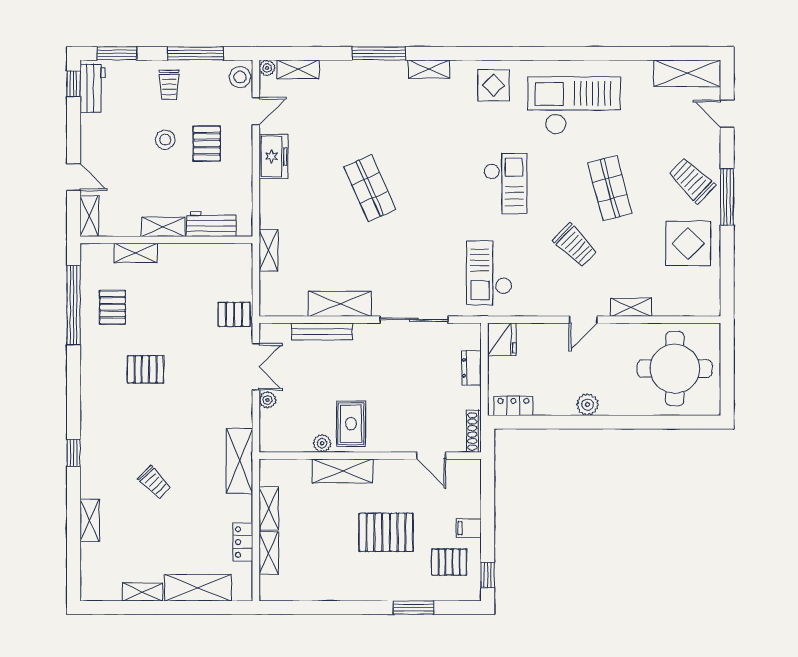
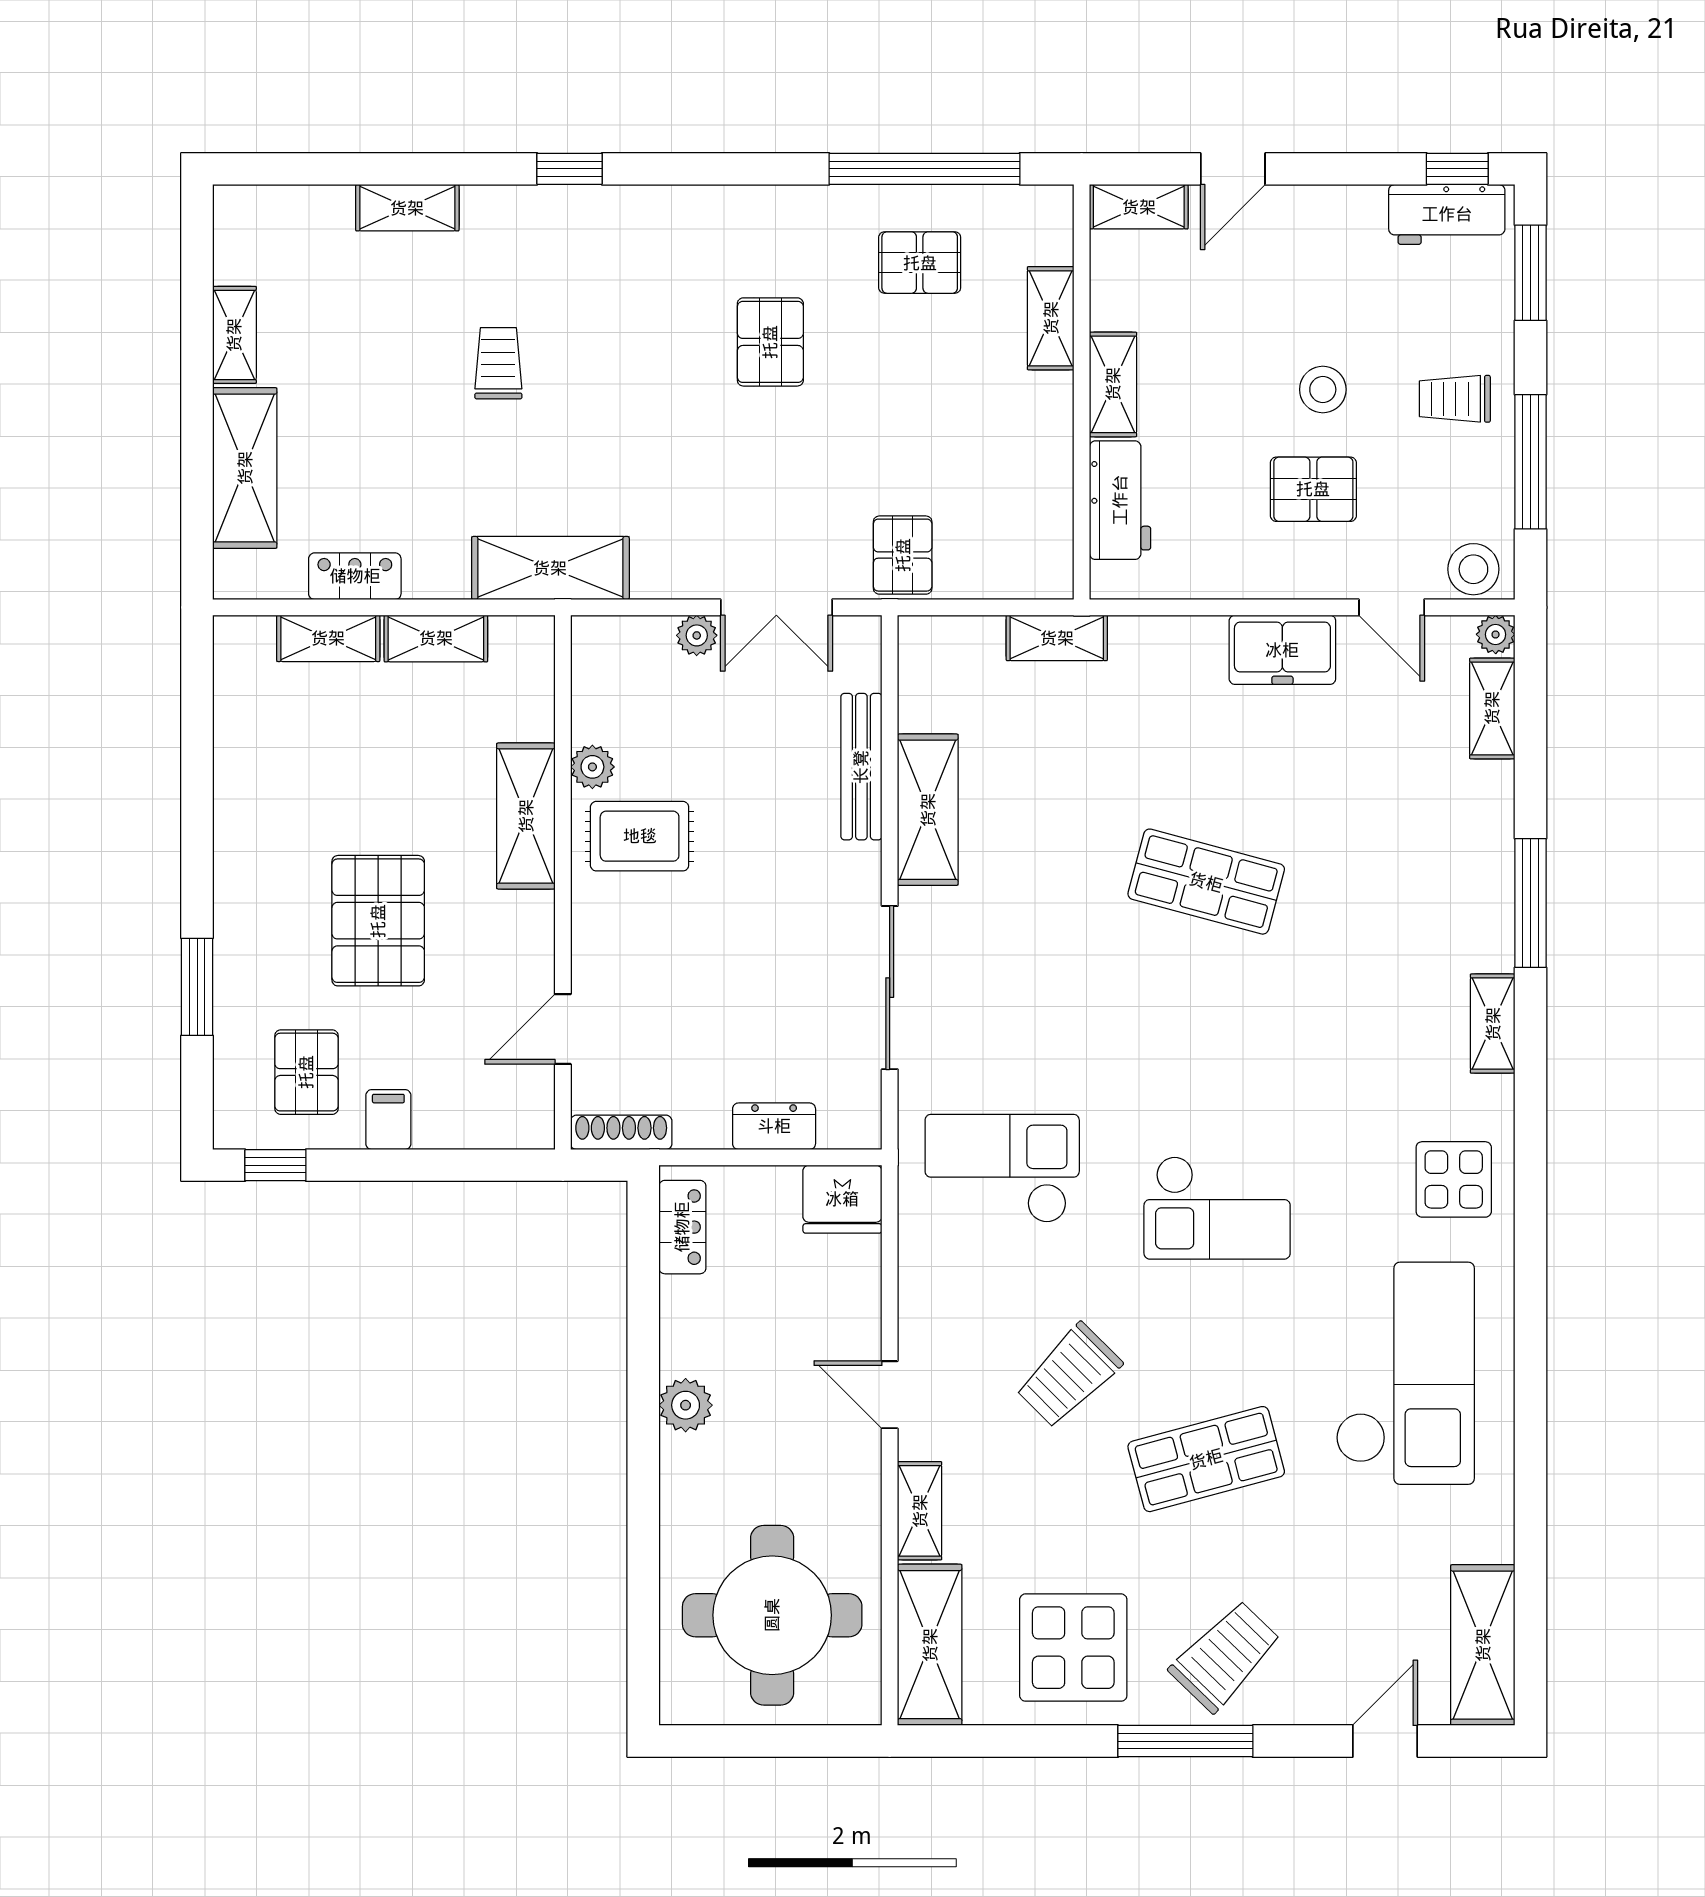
shop shelf: (370, 188) -> (1206, 882), turned 39
shelving: (687, 303) -> (930, 1645), added
trolley: (154, 482) -> (498, 363), turned 134

